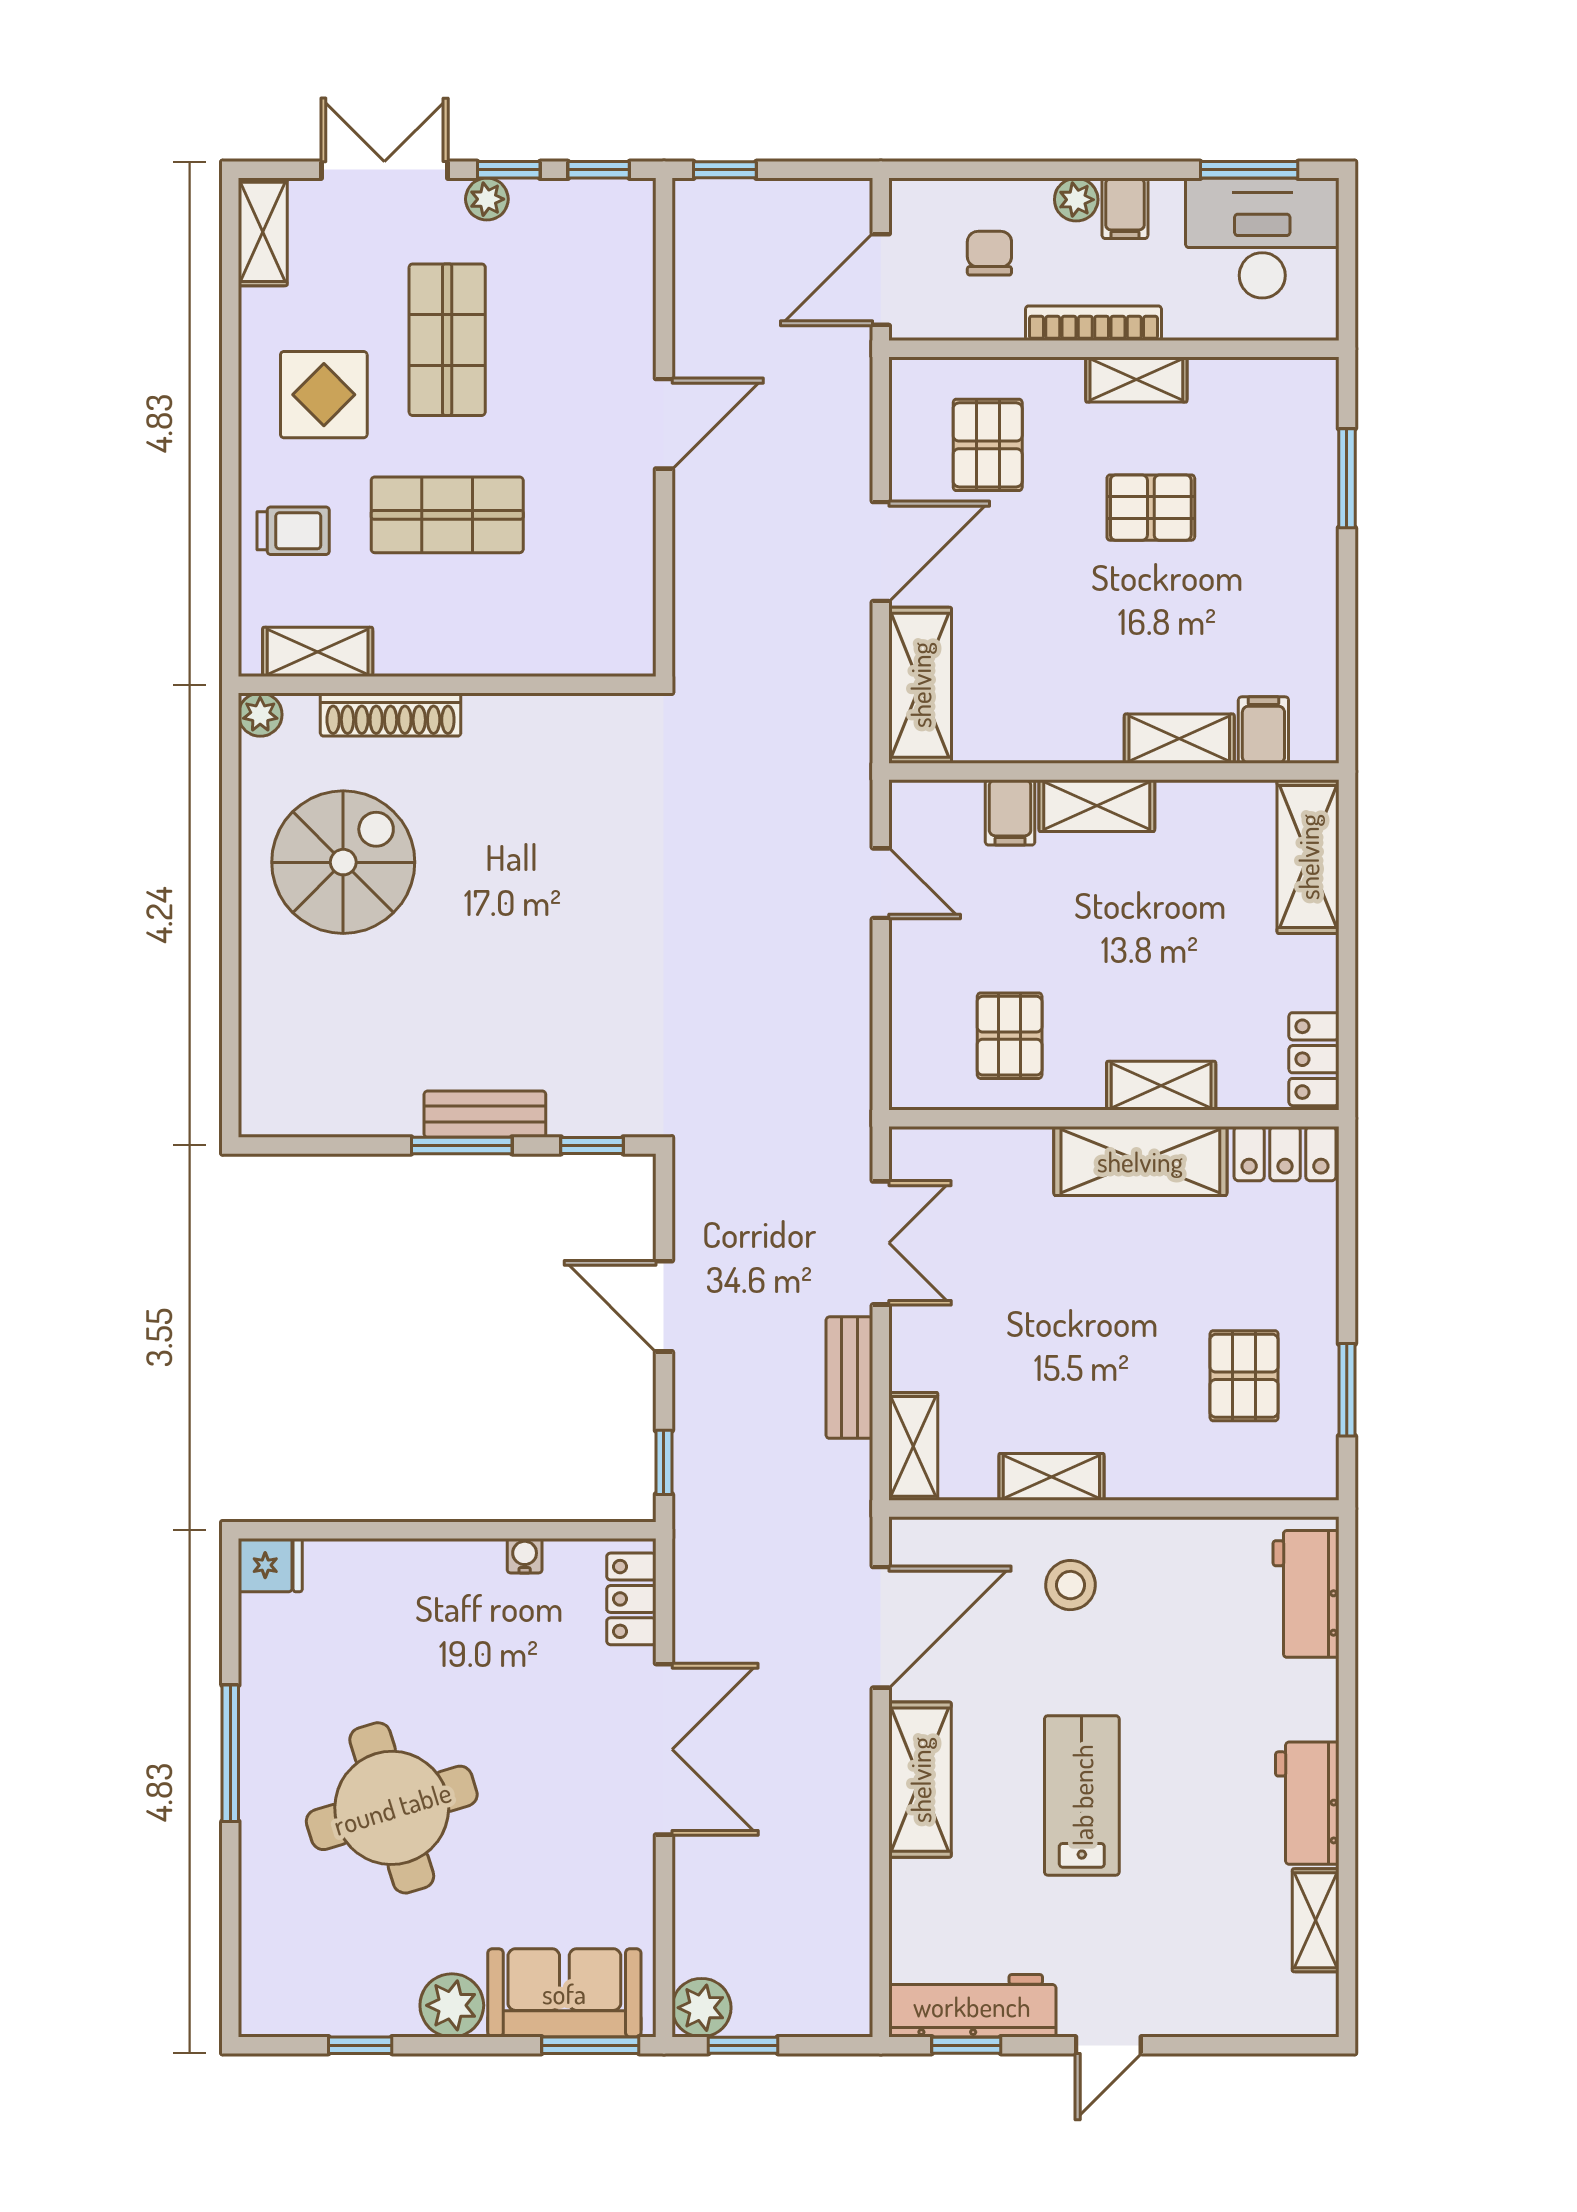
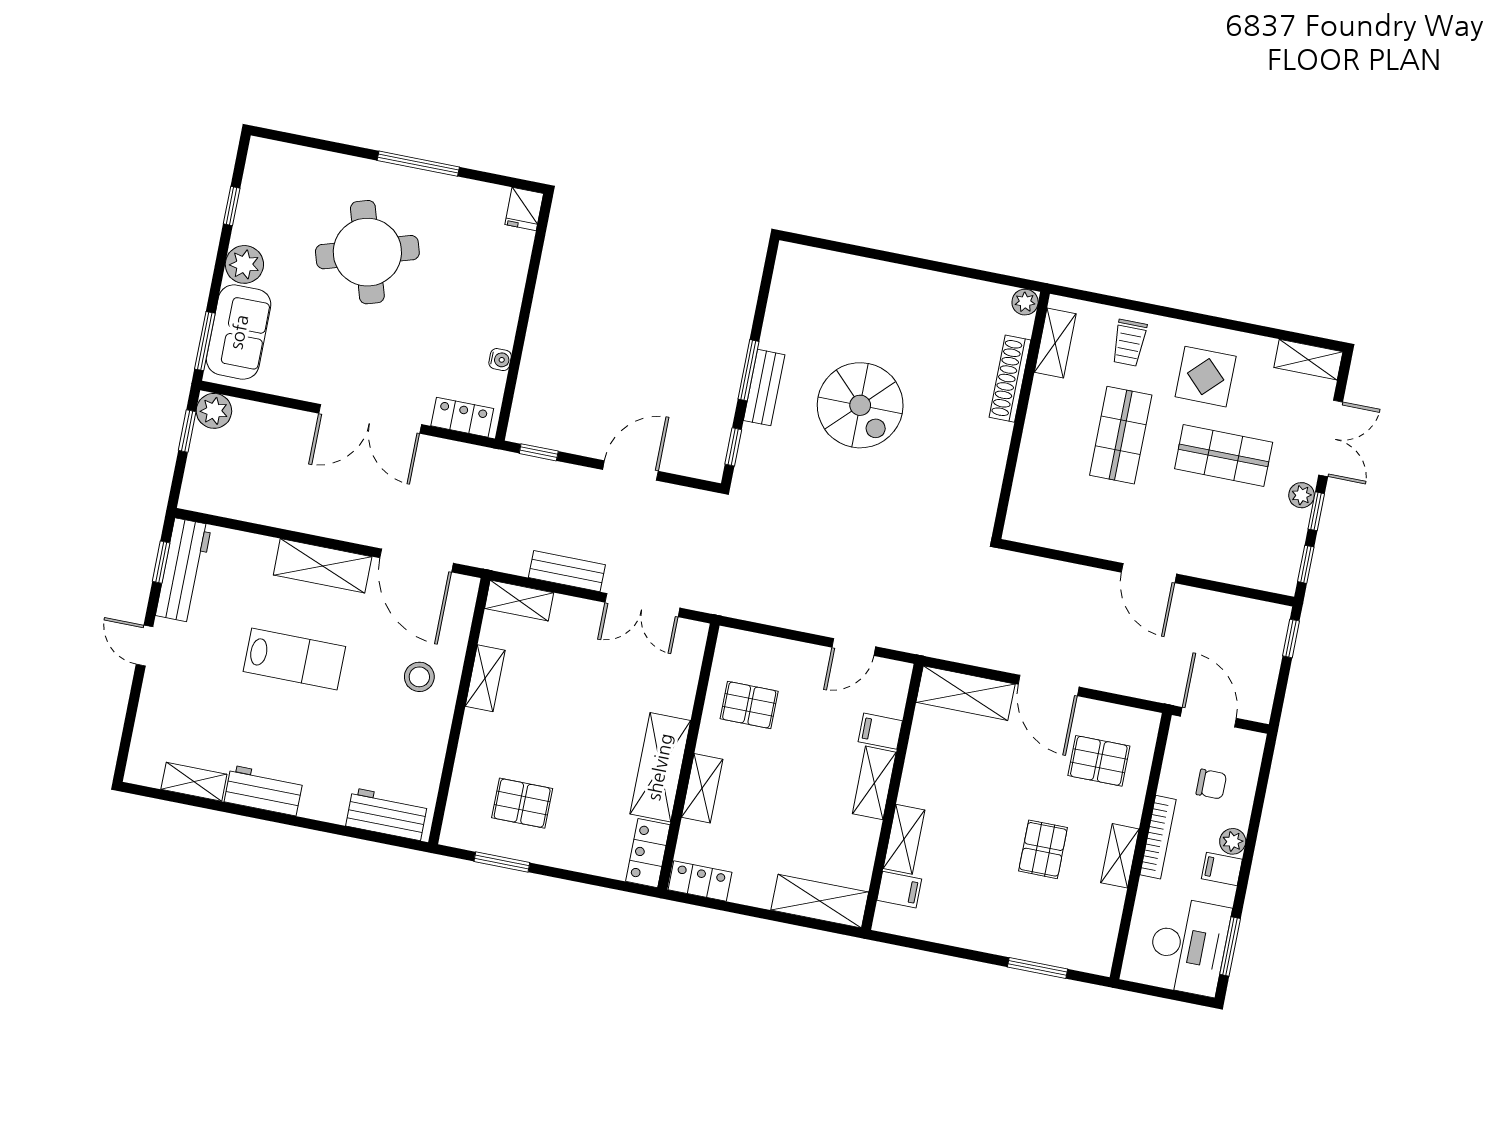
spiral stairs: (343, 862) -> (860, 405), moved

